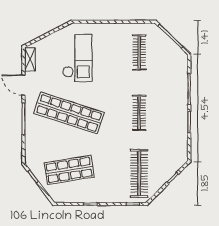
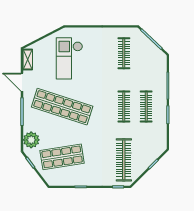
checkout: (77, 58) -> (69, 58), turned 180
clothes rail: (165, 113) -> (146, 107), added
plant: (34, 151) -> (31, 140), added

